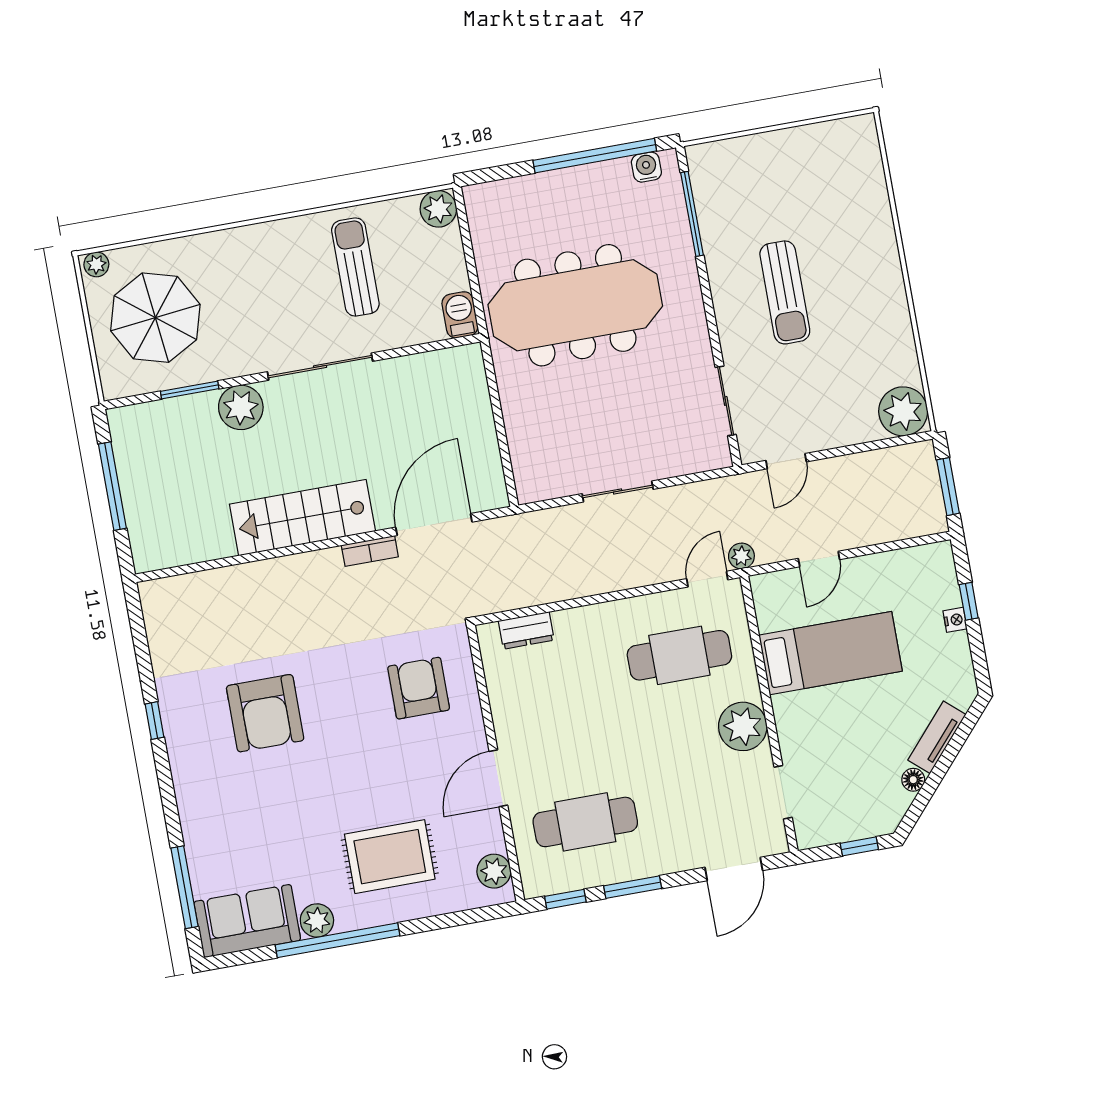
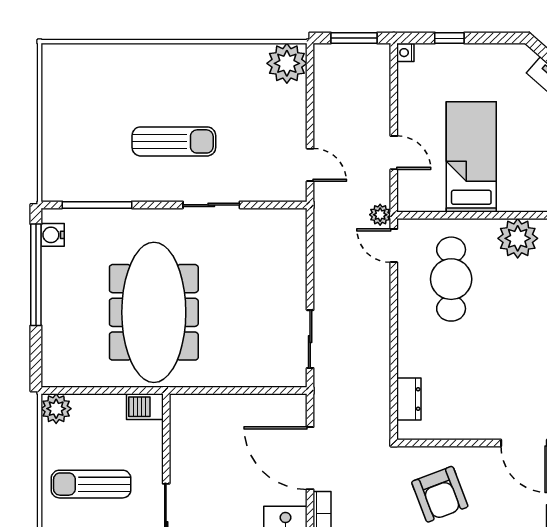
sliding door: (726, 401) -> (211, 205), moved
sliding door: (618, 491) -> (310, 339), moved
nightstand: (955, 620) -> (405, 53), moved, turned -90
armchair: (419, 688) -> (440, 494), turned -111

